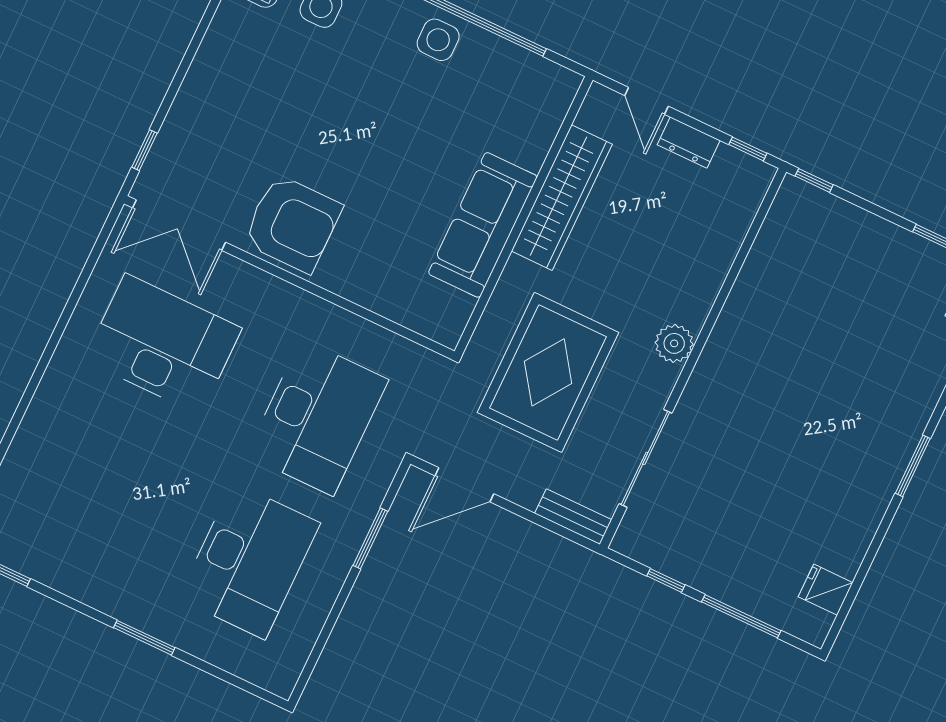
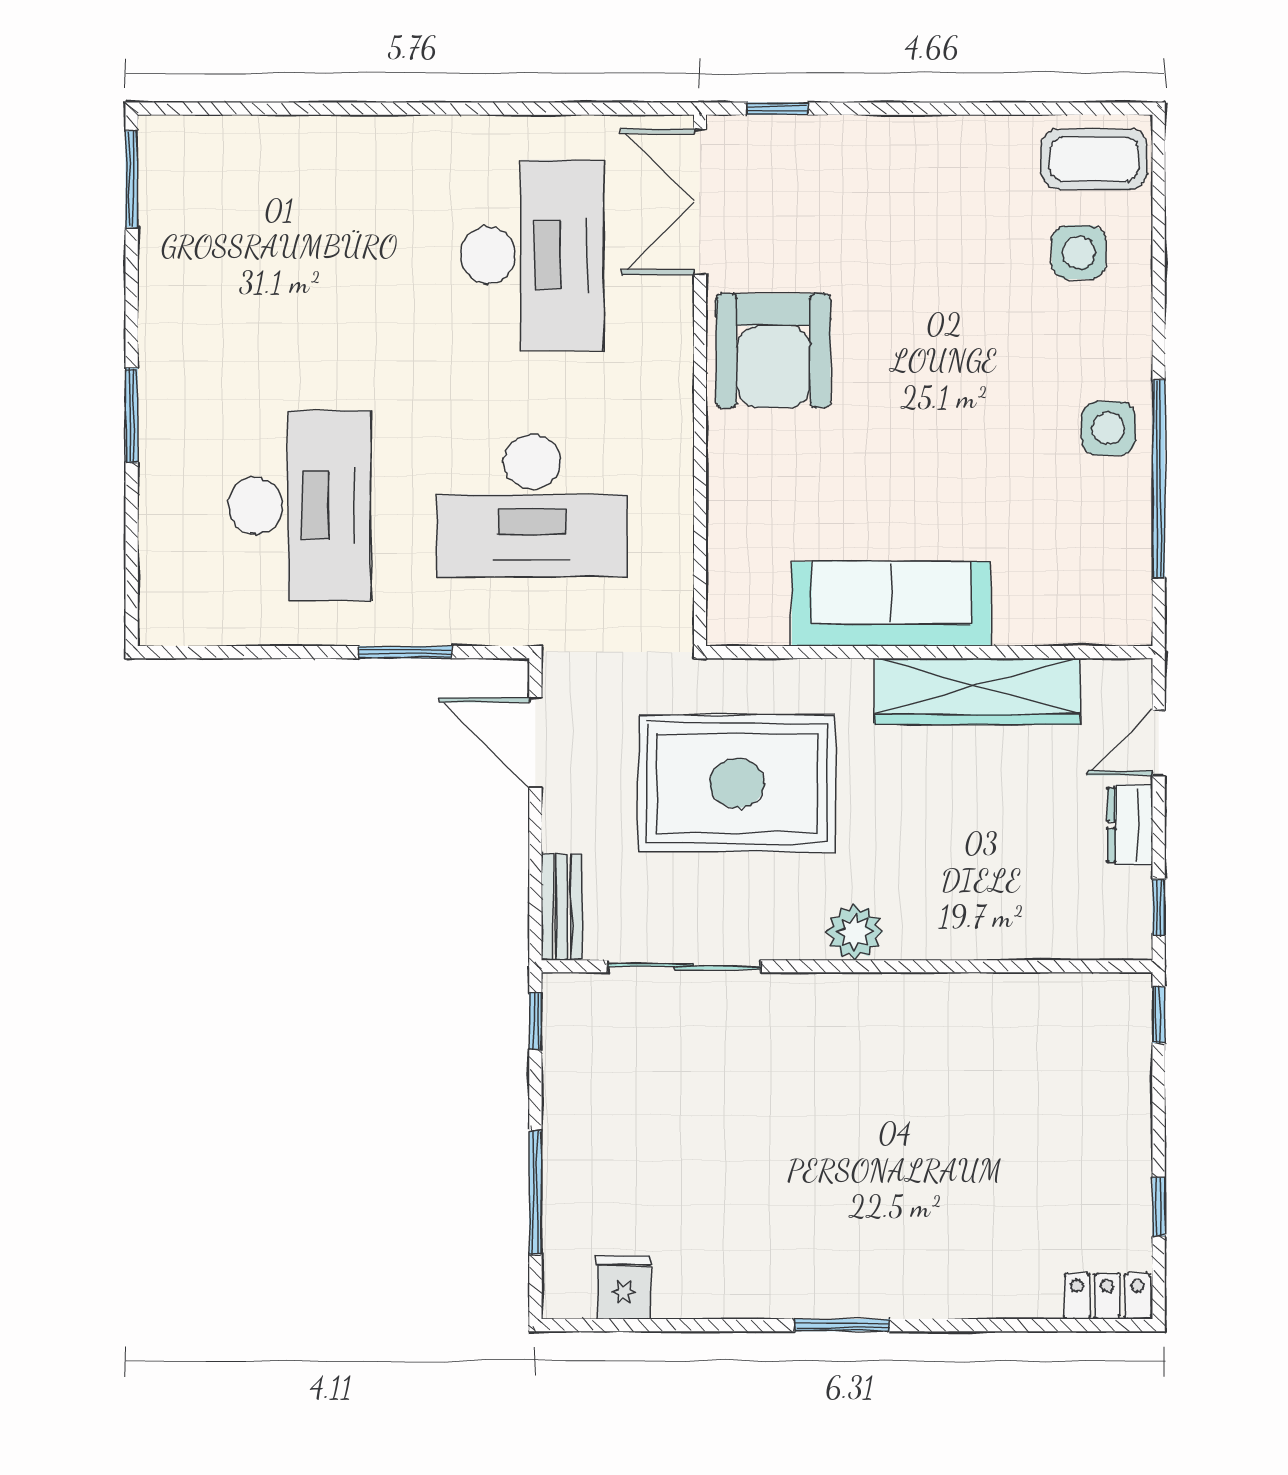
desk: (249, 561) -> (299, 506), turned -90
window: (666, 580) -> (535, 1021), moved

